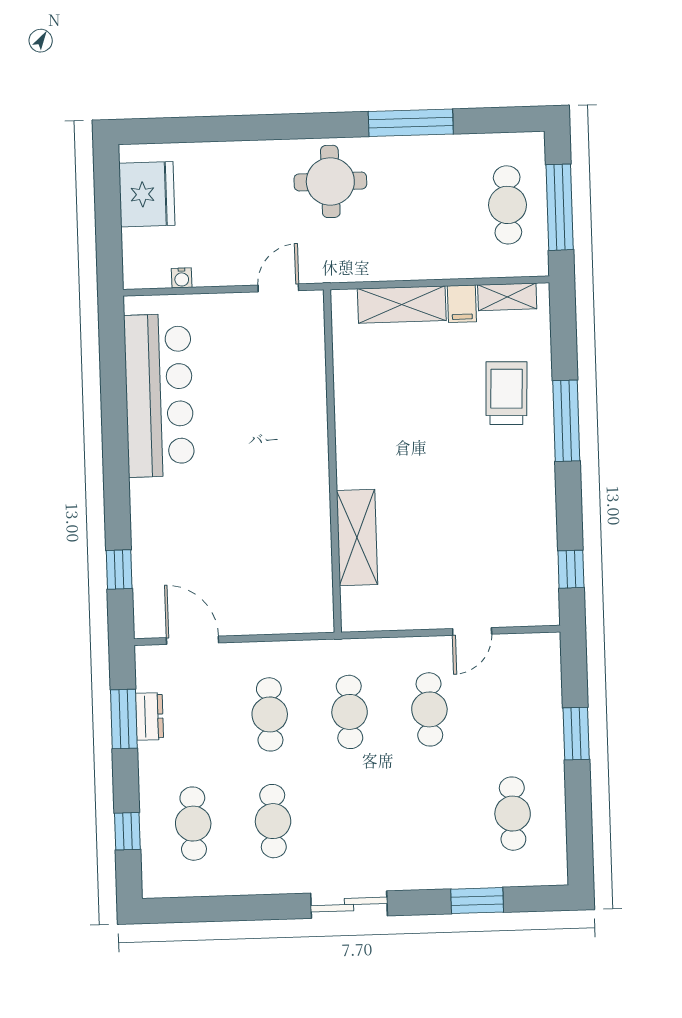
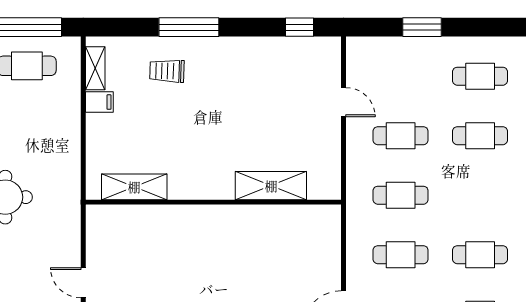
door: (278, 288) -> (83, 283), moved
shelving: (402, 305) -> (134, 187), moved, turned 90
trolley: (506, 393) -> (167, 71), width x0.73, depth x0.72
cafe table: (433, 816) -> (480, 136), added

